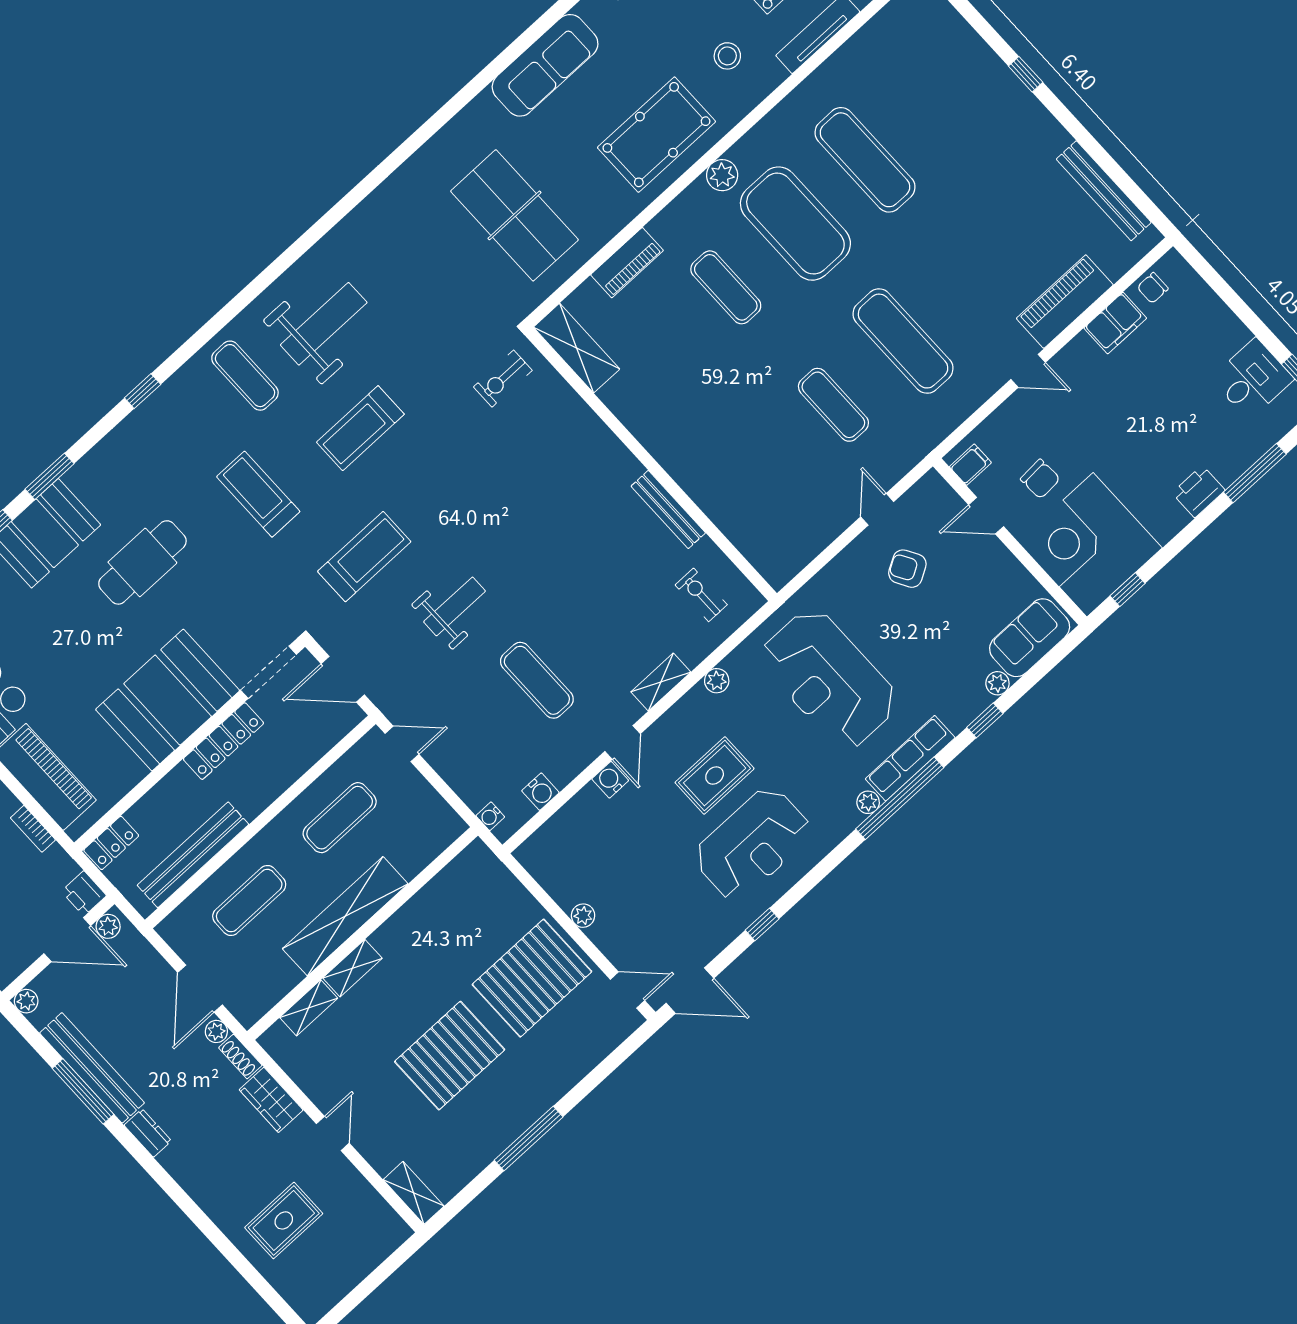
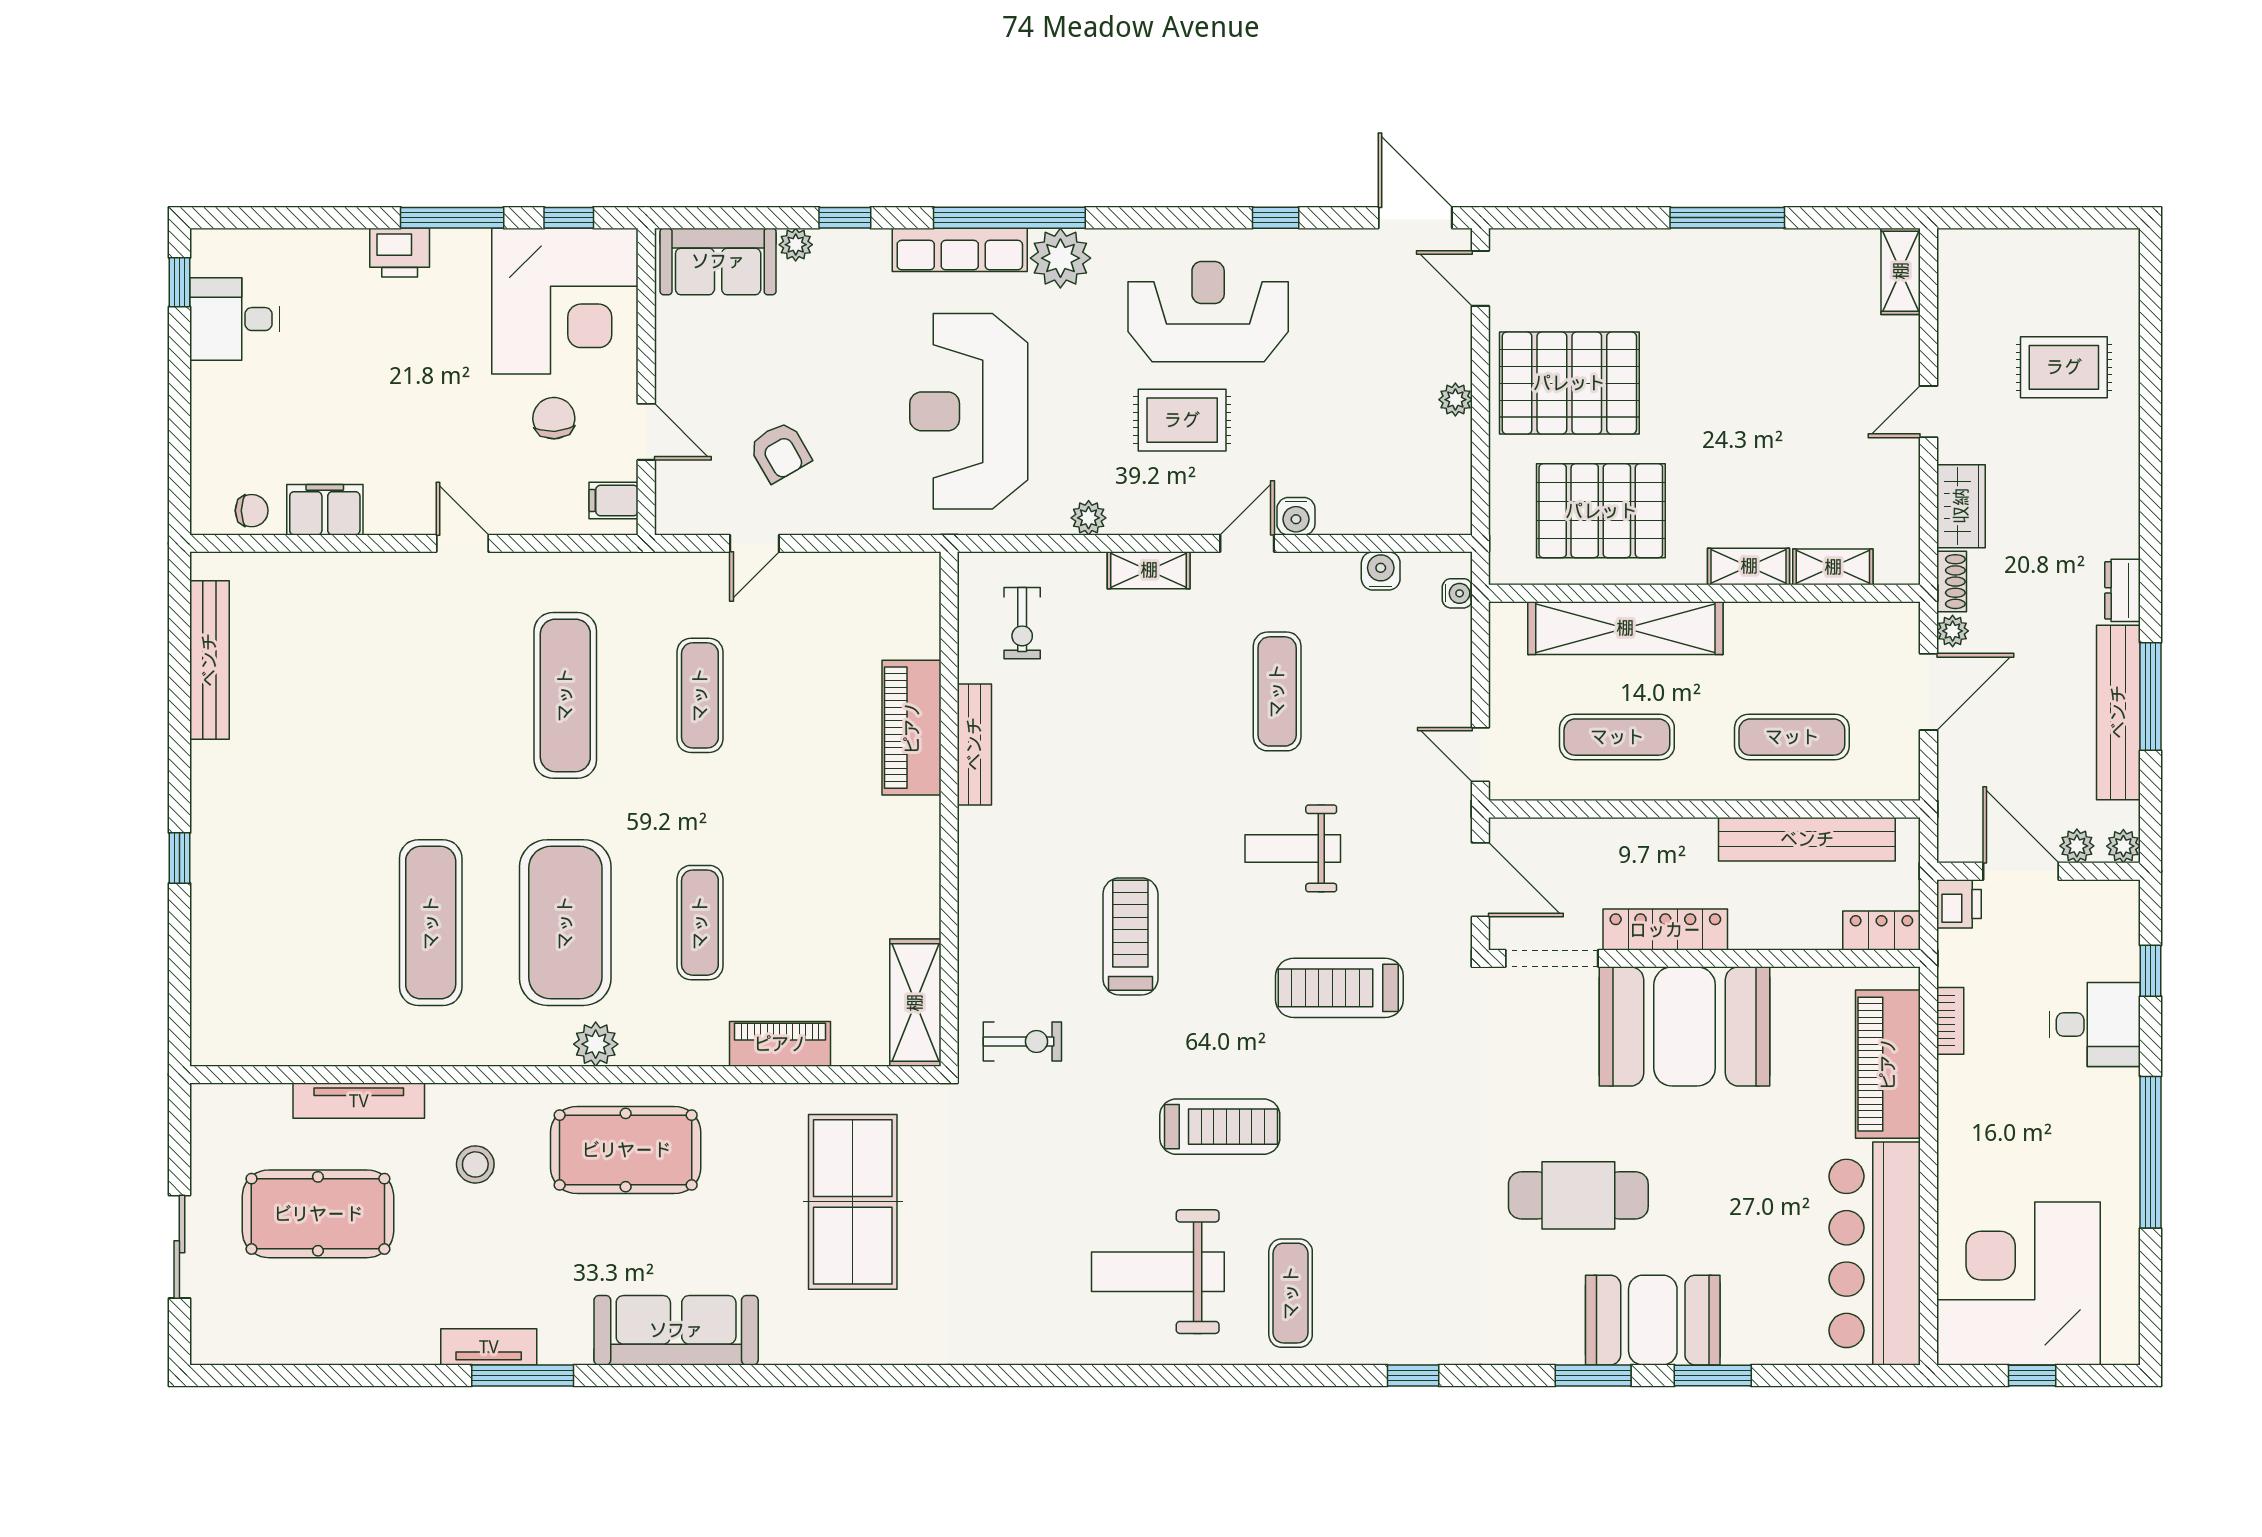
piano: (1065, 302) -> (912, 728), moved, turned 90
window: (1255, 473) -> (452, 218), moved
treadmill: (258, 494) -> (1130, 936), moved, turned 180
reception desk: (829, 679) -> (969, 411), turned 180
plant: (868, 802) -> (1060, 258), width x1.88, depth x1.88
shelving: (345, 916) -> (1625, 628), moved
plant: (108, 926) -> (2077, 846), moved
pallet: (450, 1056) -> (1601, 511), moved

